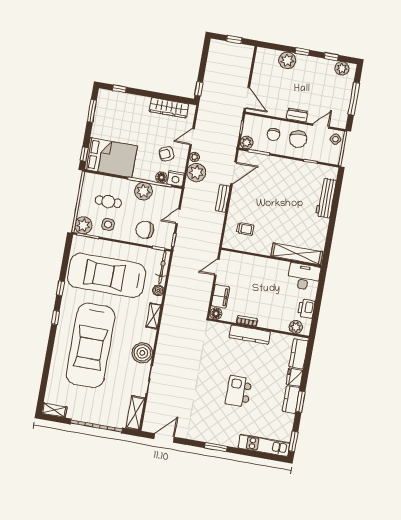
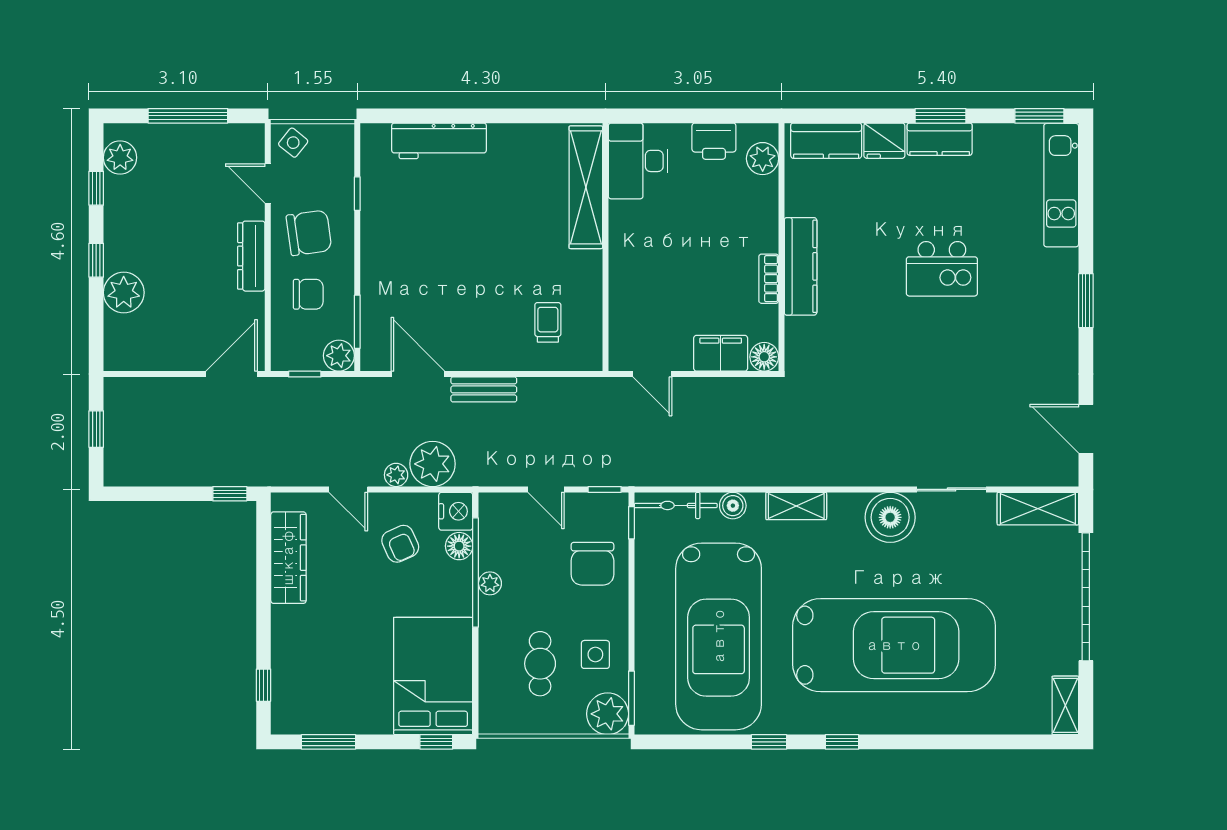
dresser: (297, 115) -> (251, 256), width x1.44
plant: (143, 191) -> (490, 583), width x0.53, depth x0.53

